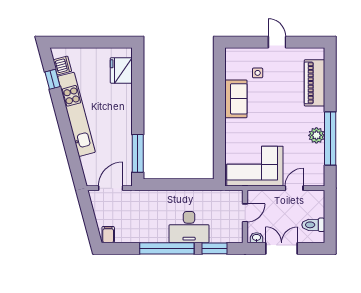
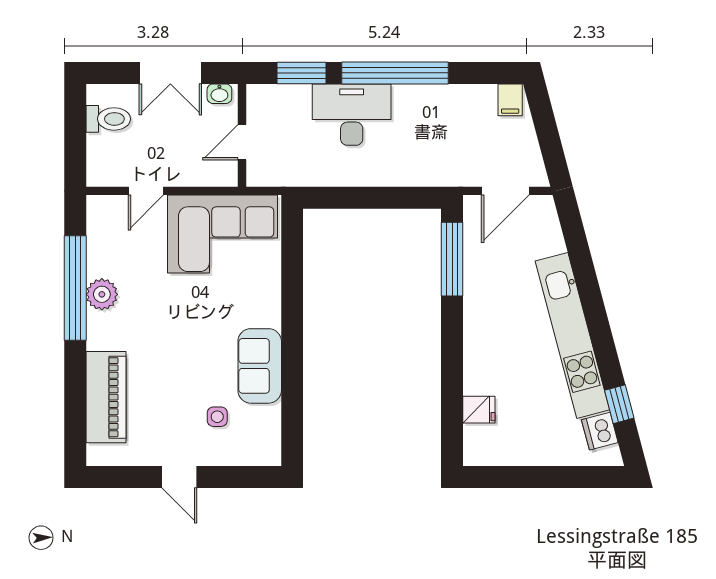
fridge: (121, 70) -> (479, 410), width x0.53, depth x0.75

